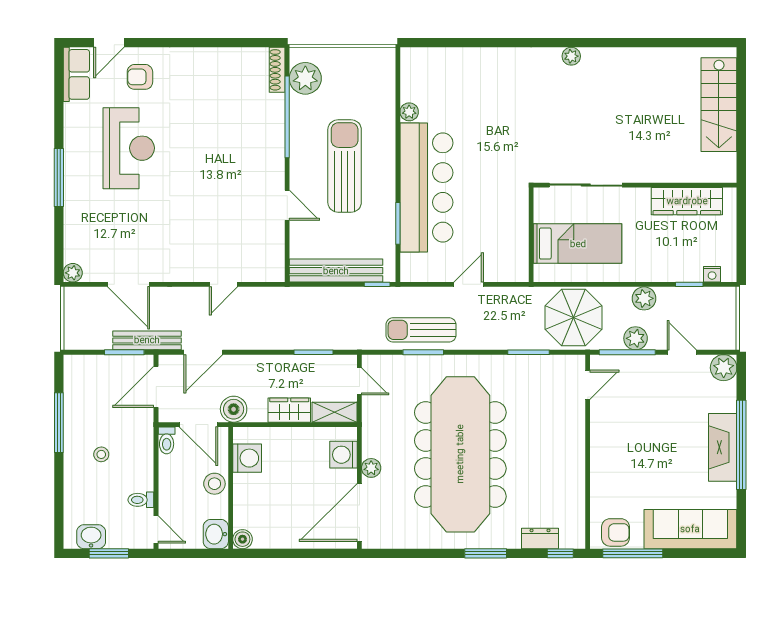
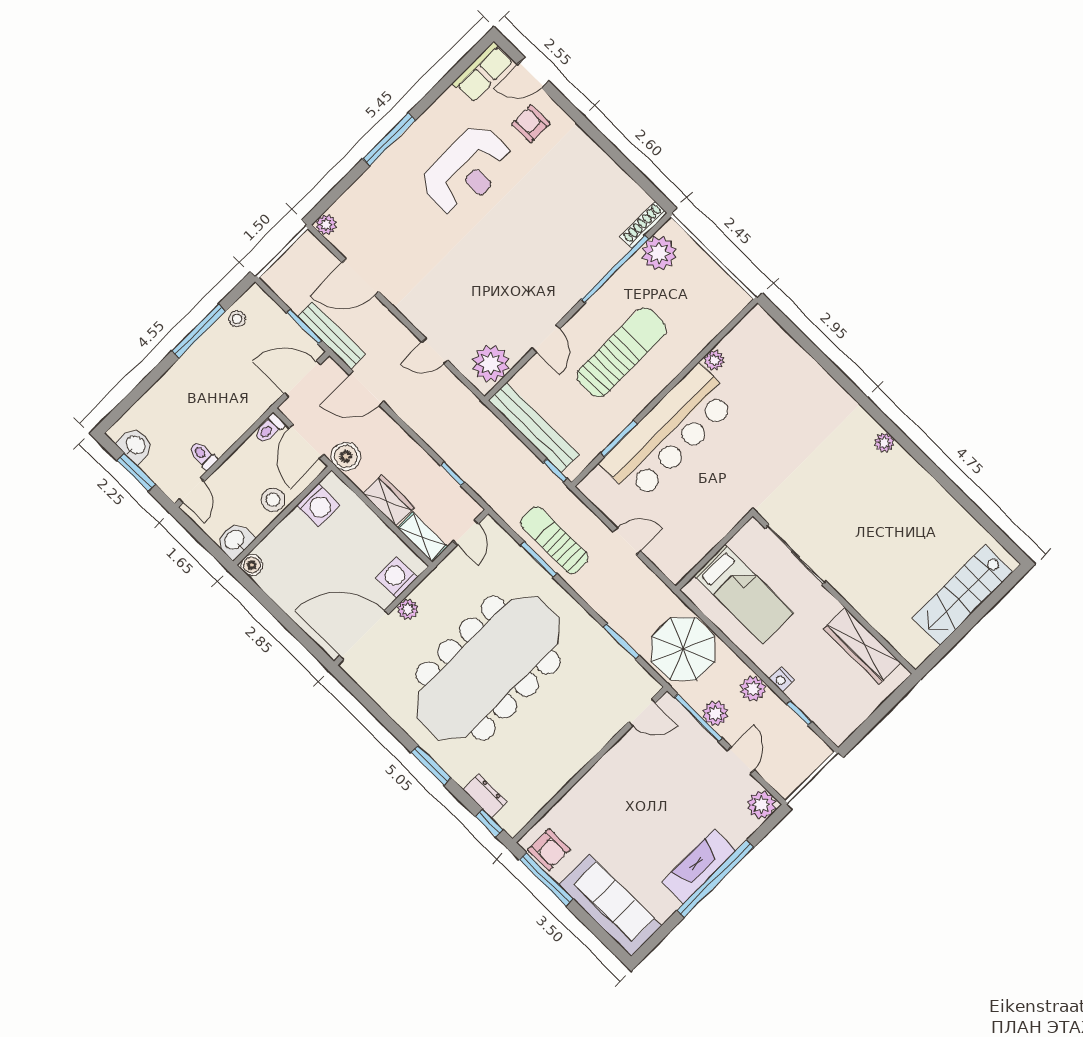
plant: (268, 257) -> (491, 364), added
nightstand: (712, 274) -> (782, 679), moved
door: (128, 284) -> (361, 277), hinge flipped
window: (314, 352) -> (453, 474), width x0.67
stool: (101, 454) -> (237, 319), moved

